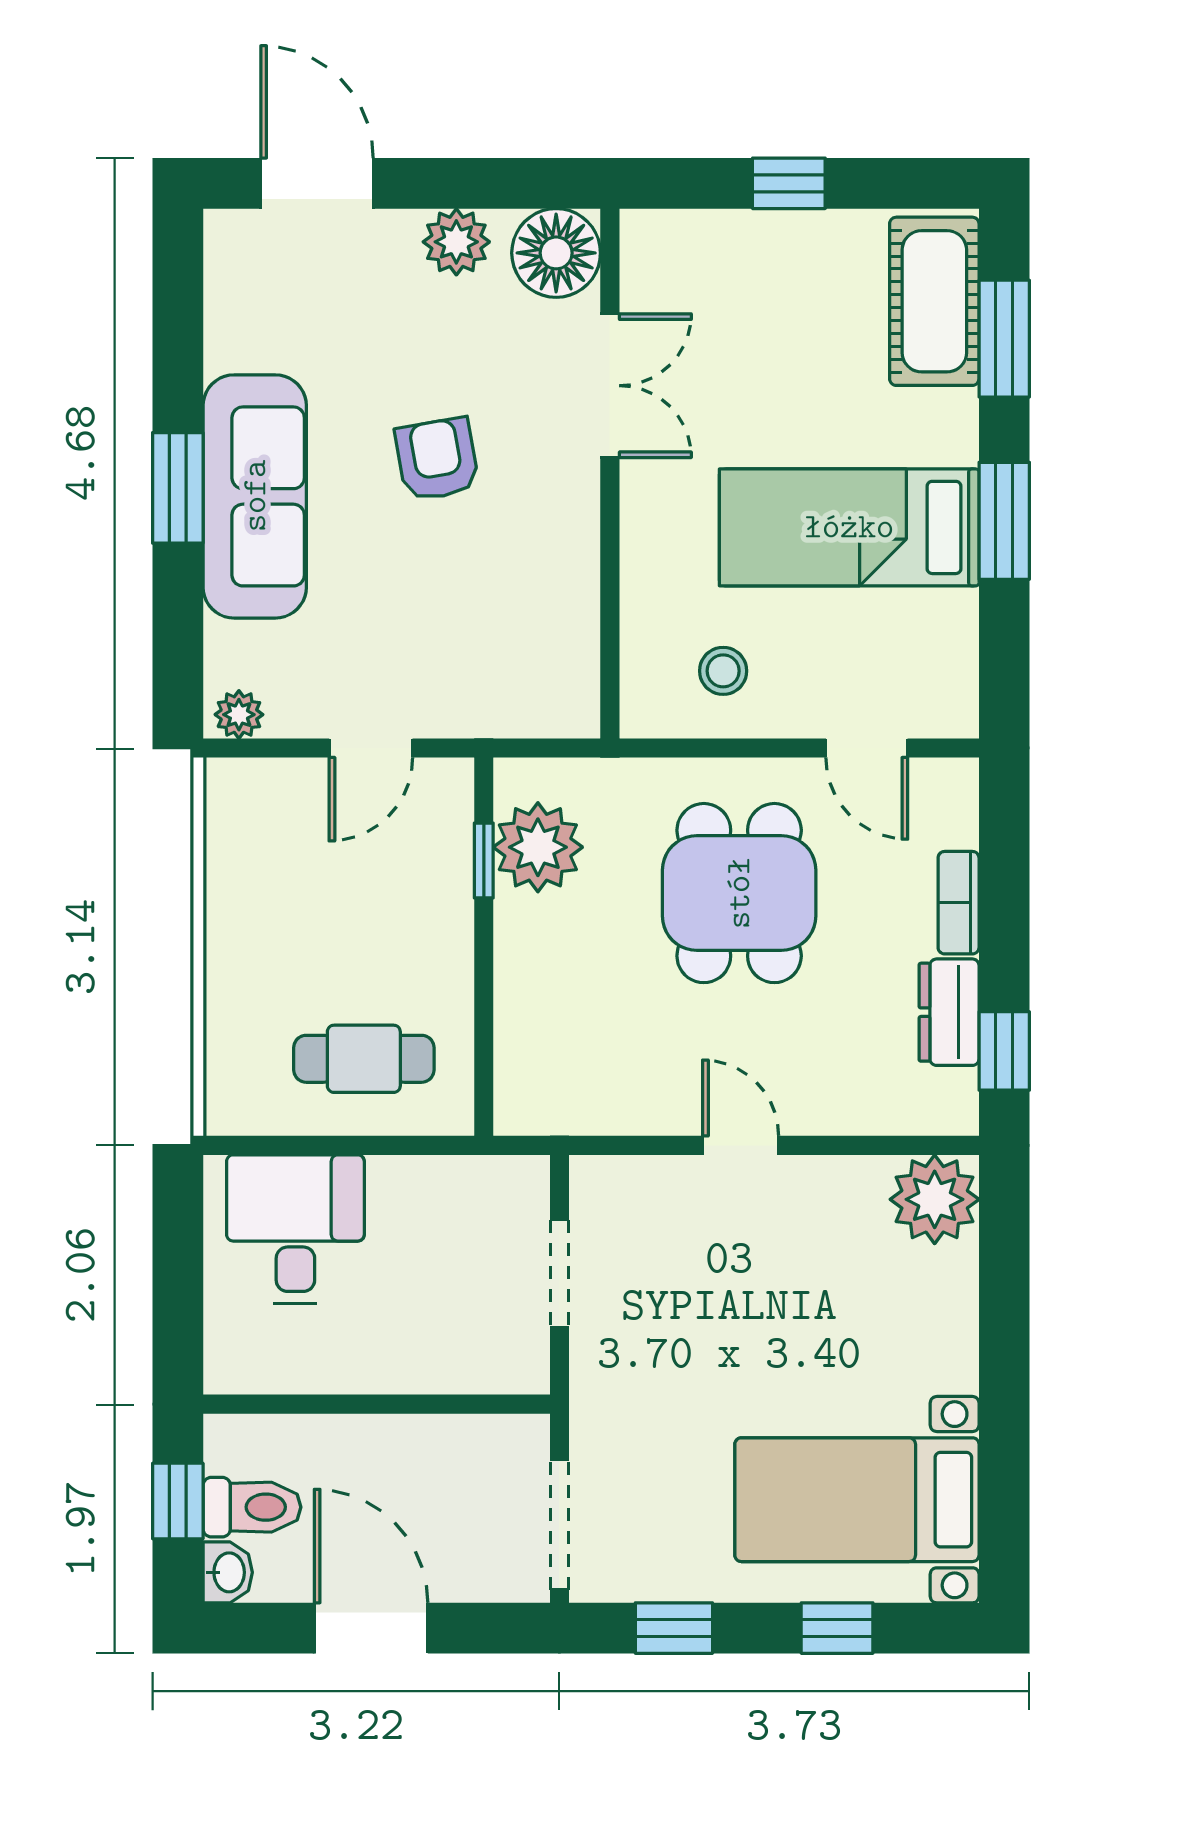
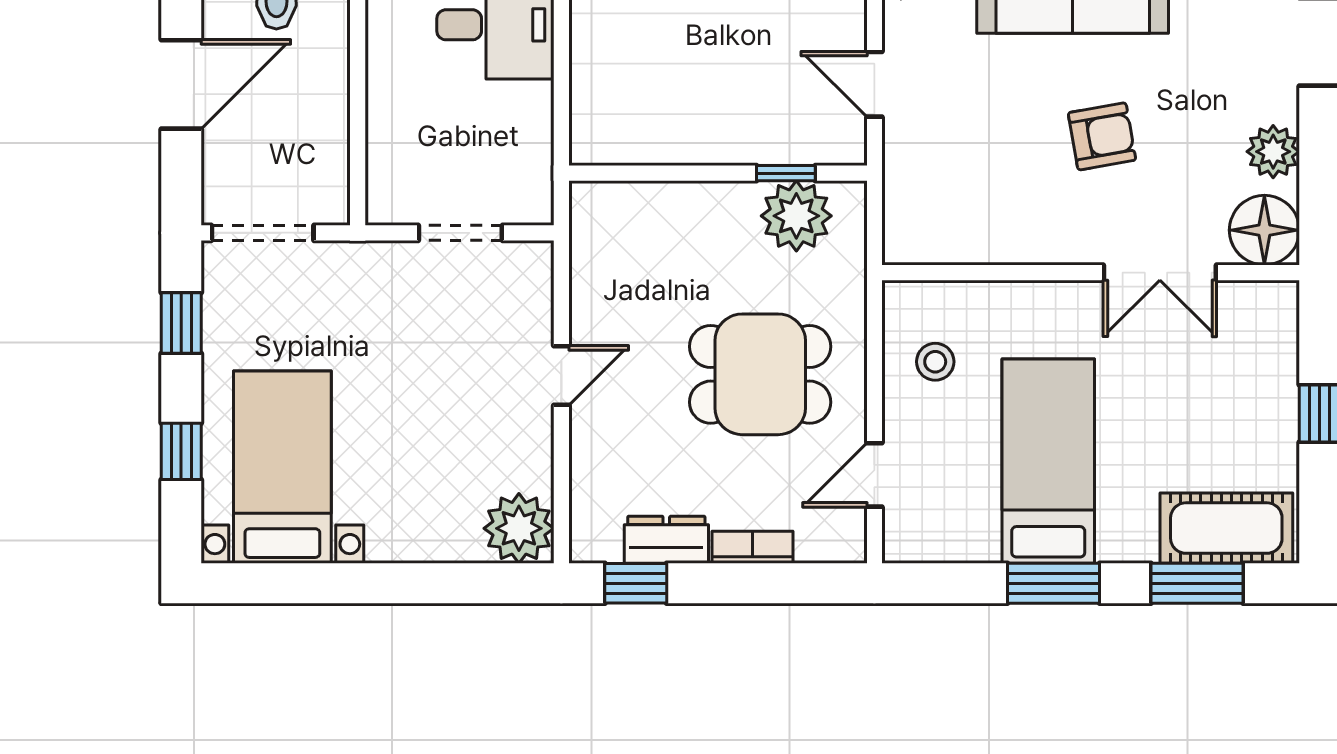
cafe table: (364, 1059) -> (630, 79), removed

